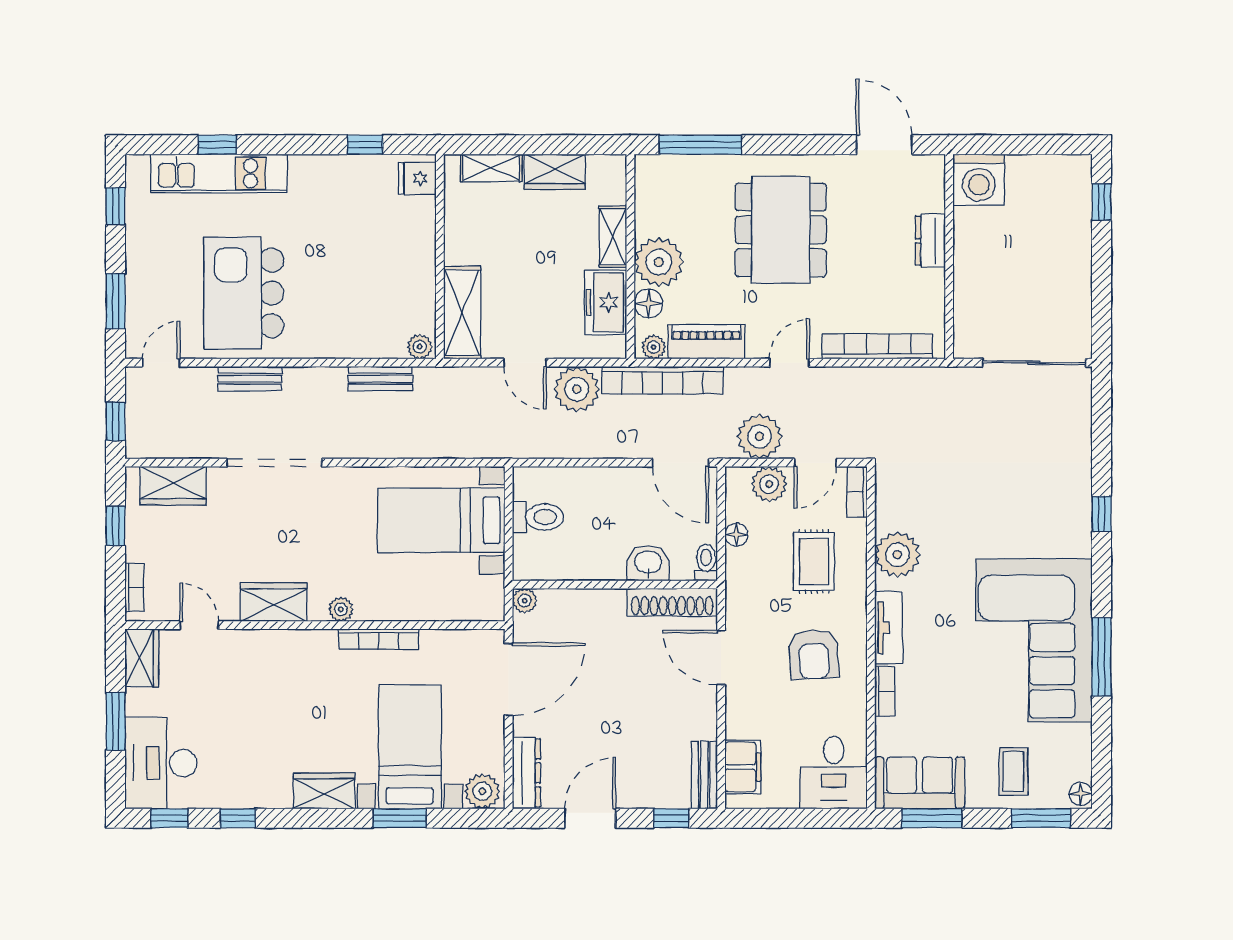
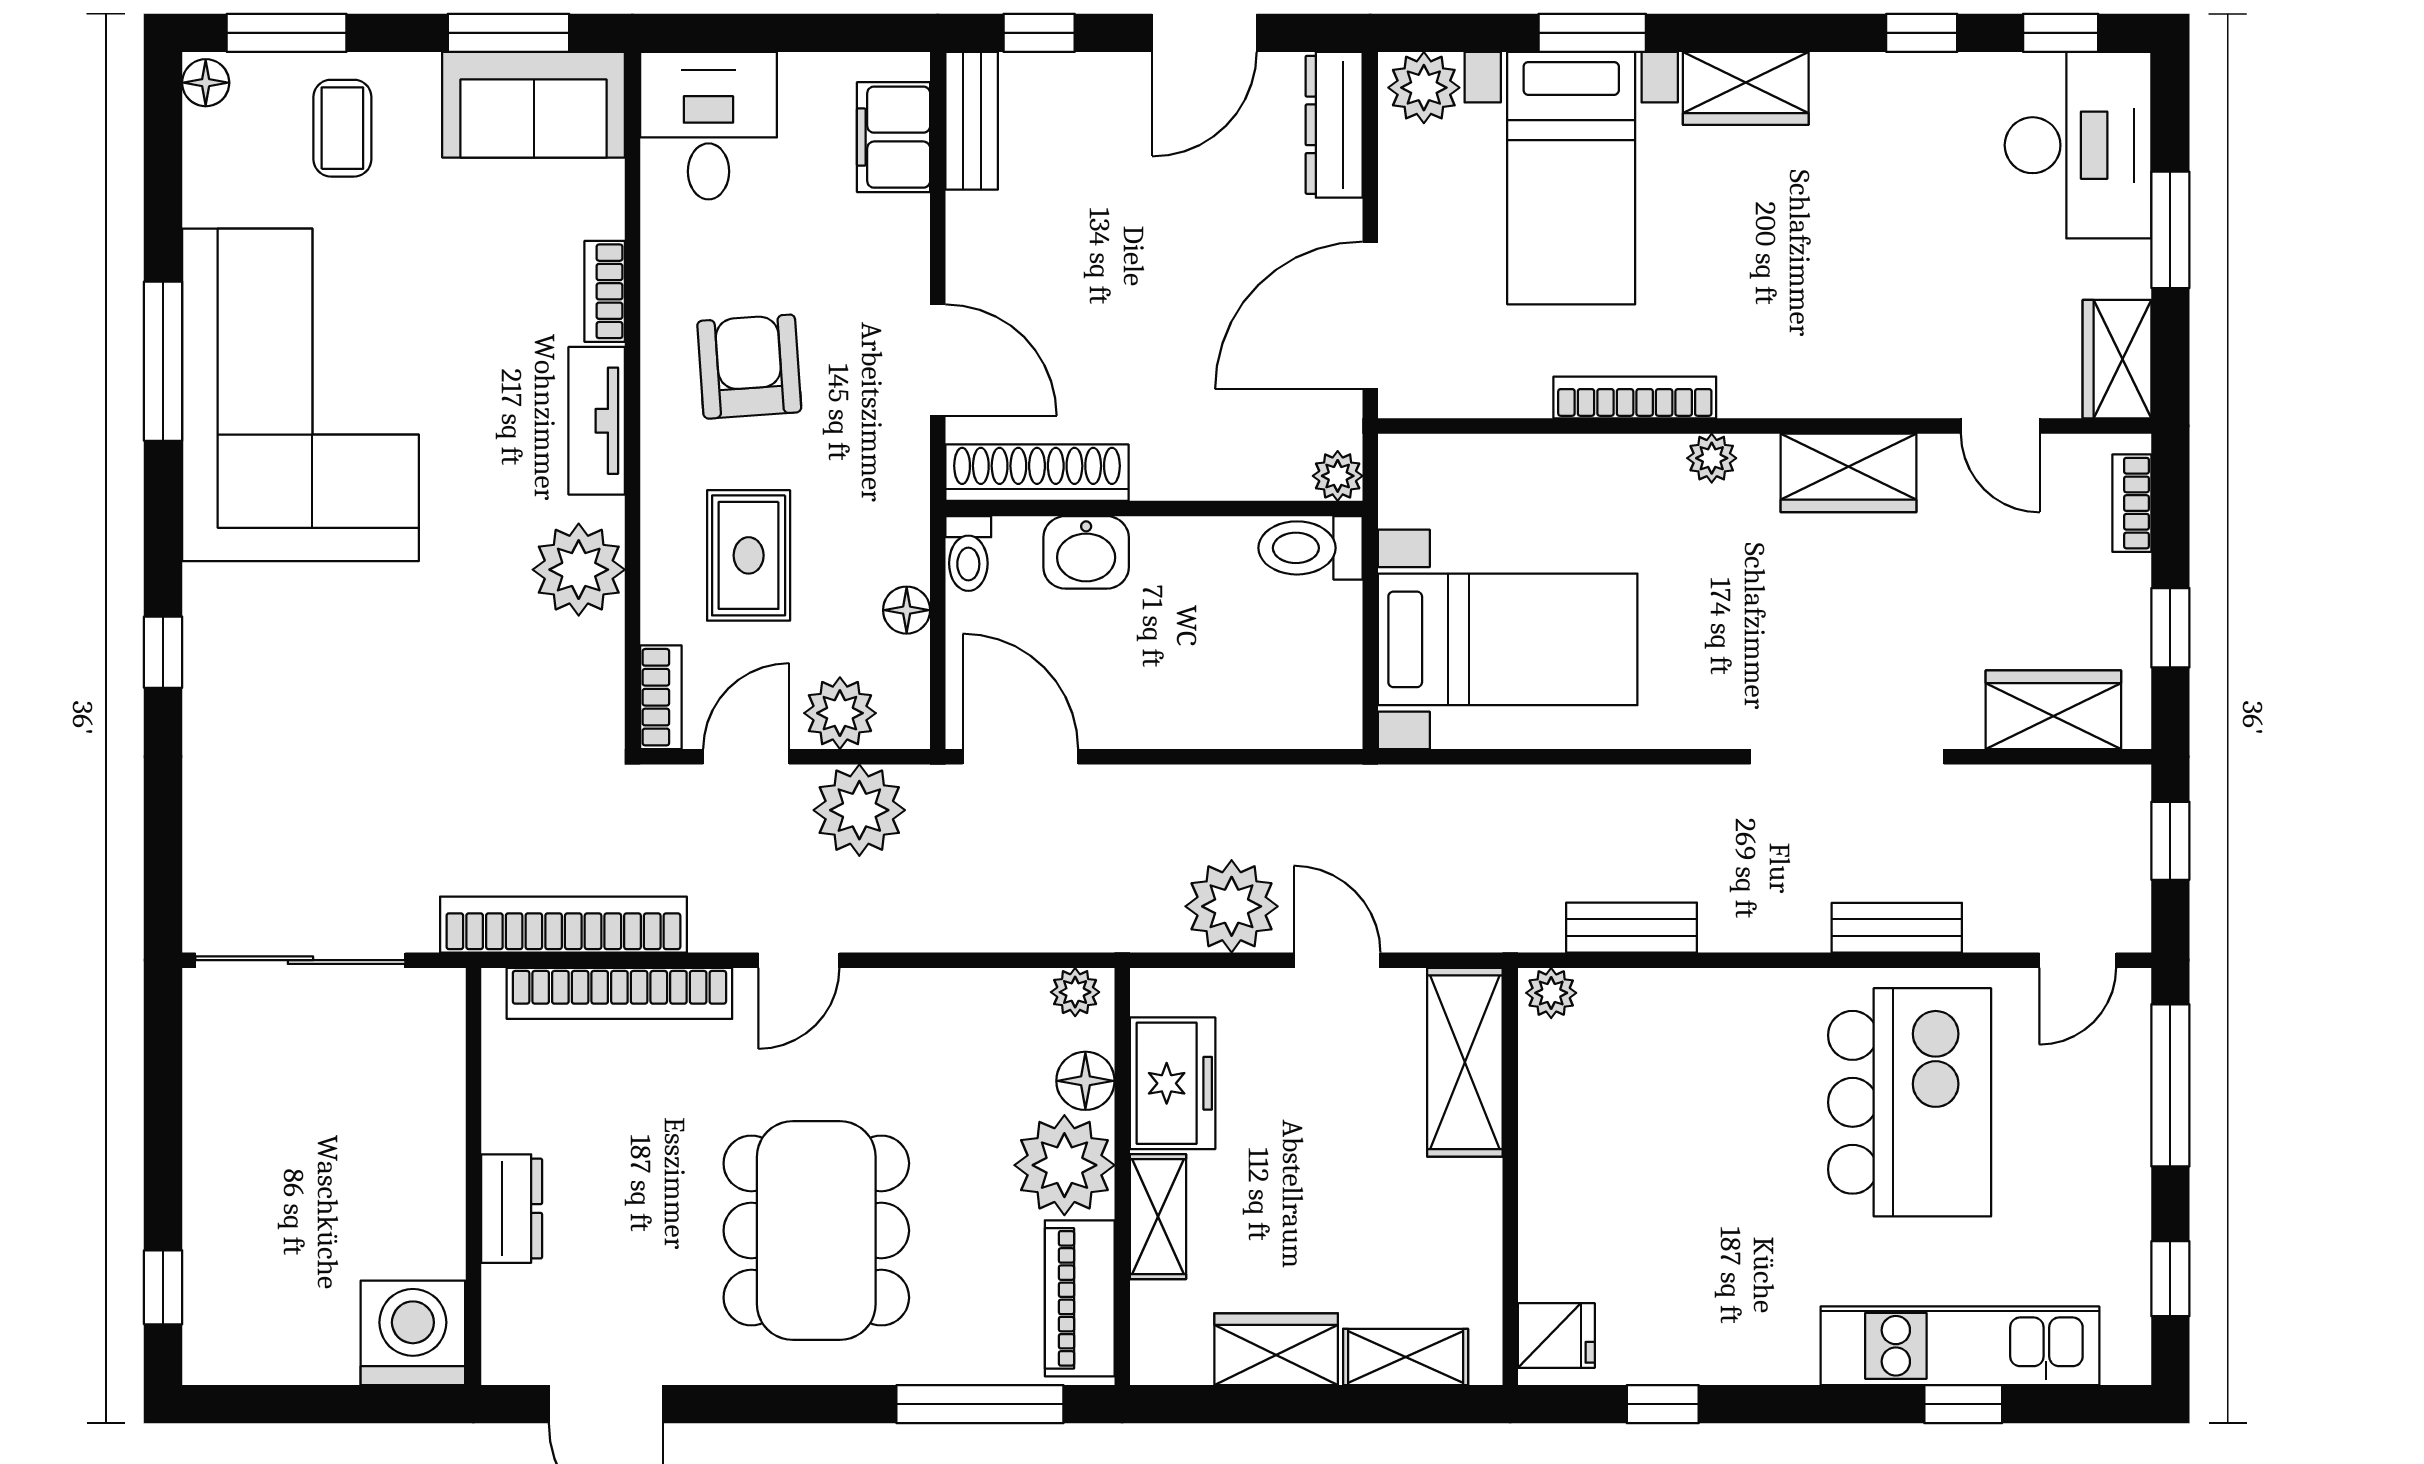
window: (116, 301) -> (2170, 1085), width x1.44
piano: (706, 342) -> (1080, 1298), moved, turned 90
bookcase: (663, 380) -> (563, 925), moved
toilet: (538, 517) -> (1310, 548), moved

